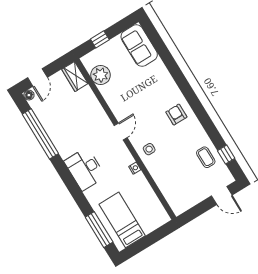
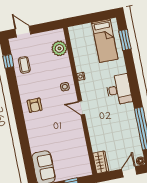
plant: (101, 75) -> (59, 48), moved
door: (121, 132) -> (81, 108), hinge flipped
window: (99, 230) -> (125, 40), width x0.69

